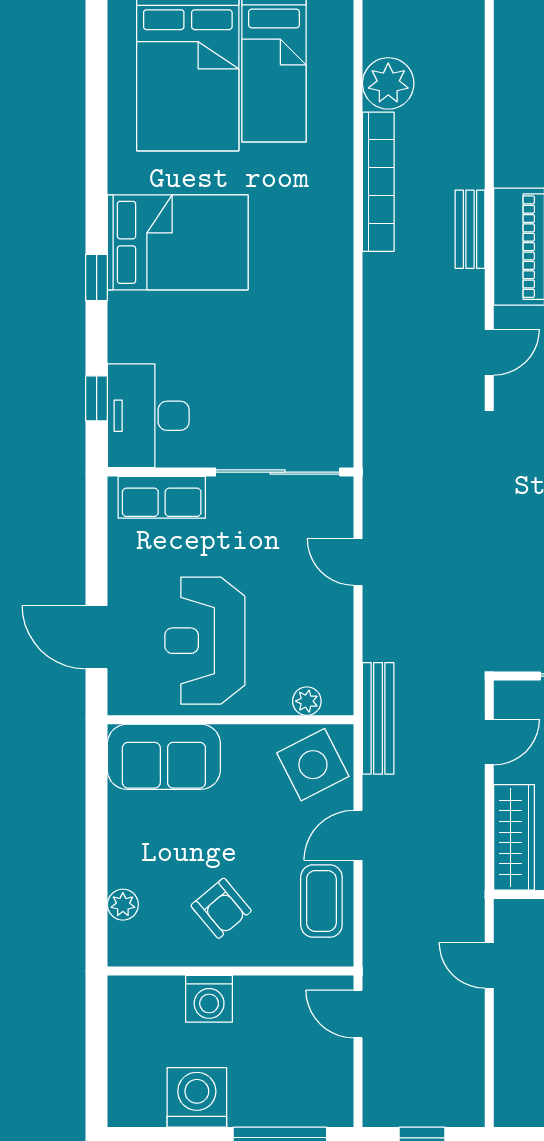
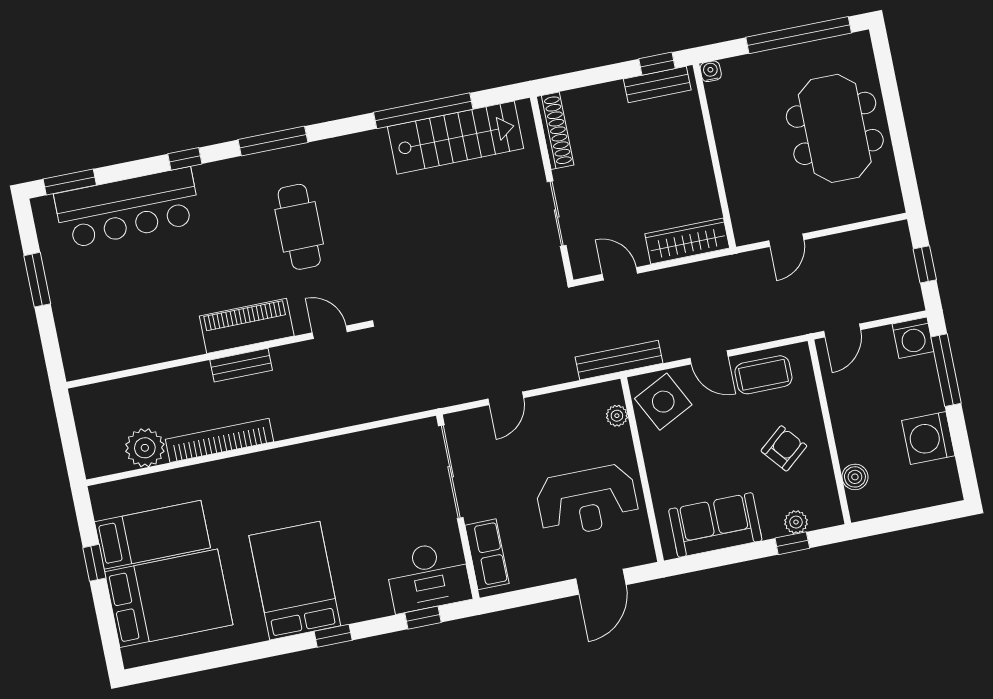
sofa: (164, 757) -> (715, 525), moved, turned -90
window: (97, 894) -> (792, 543), added
boiler: (166, 992) -> (855, 477), added
washing machine: (209, 999) -> (913, 338), moved, turned 90

